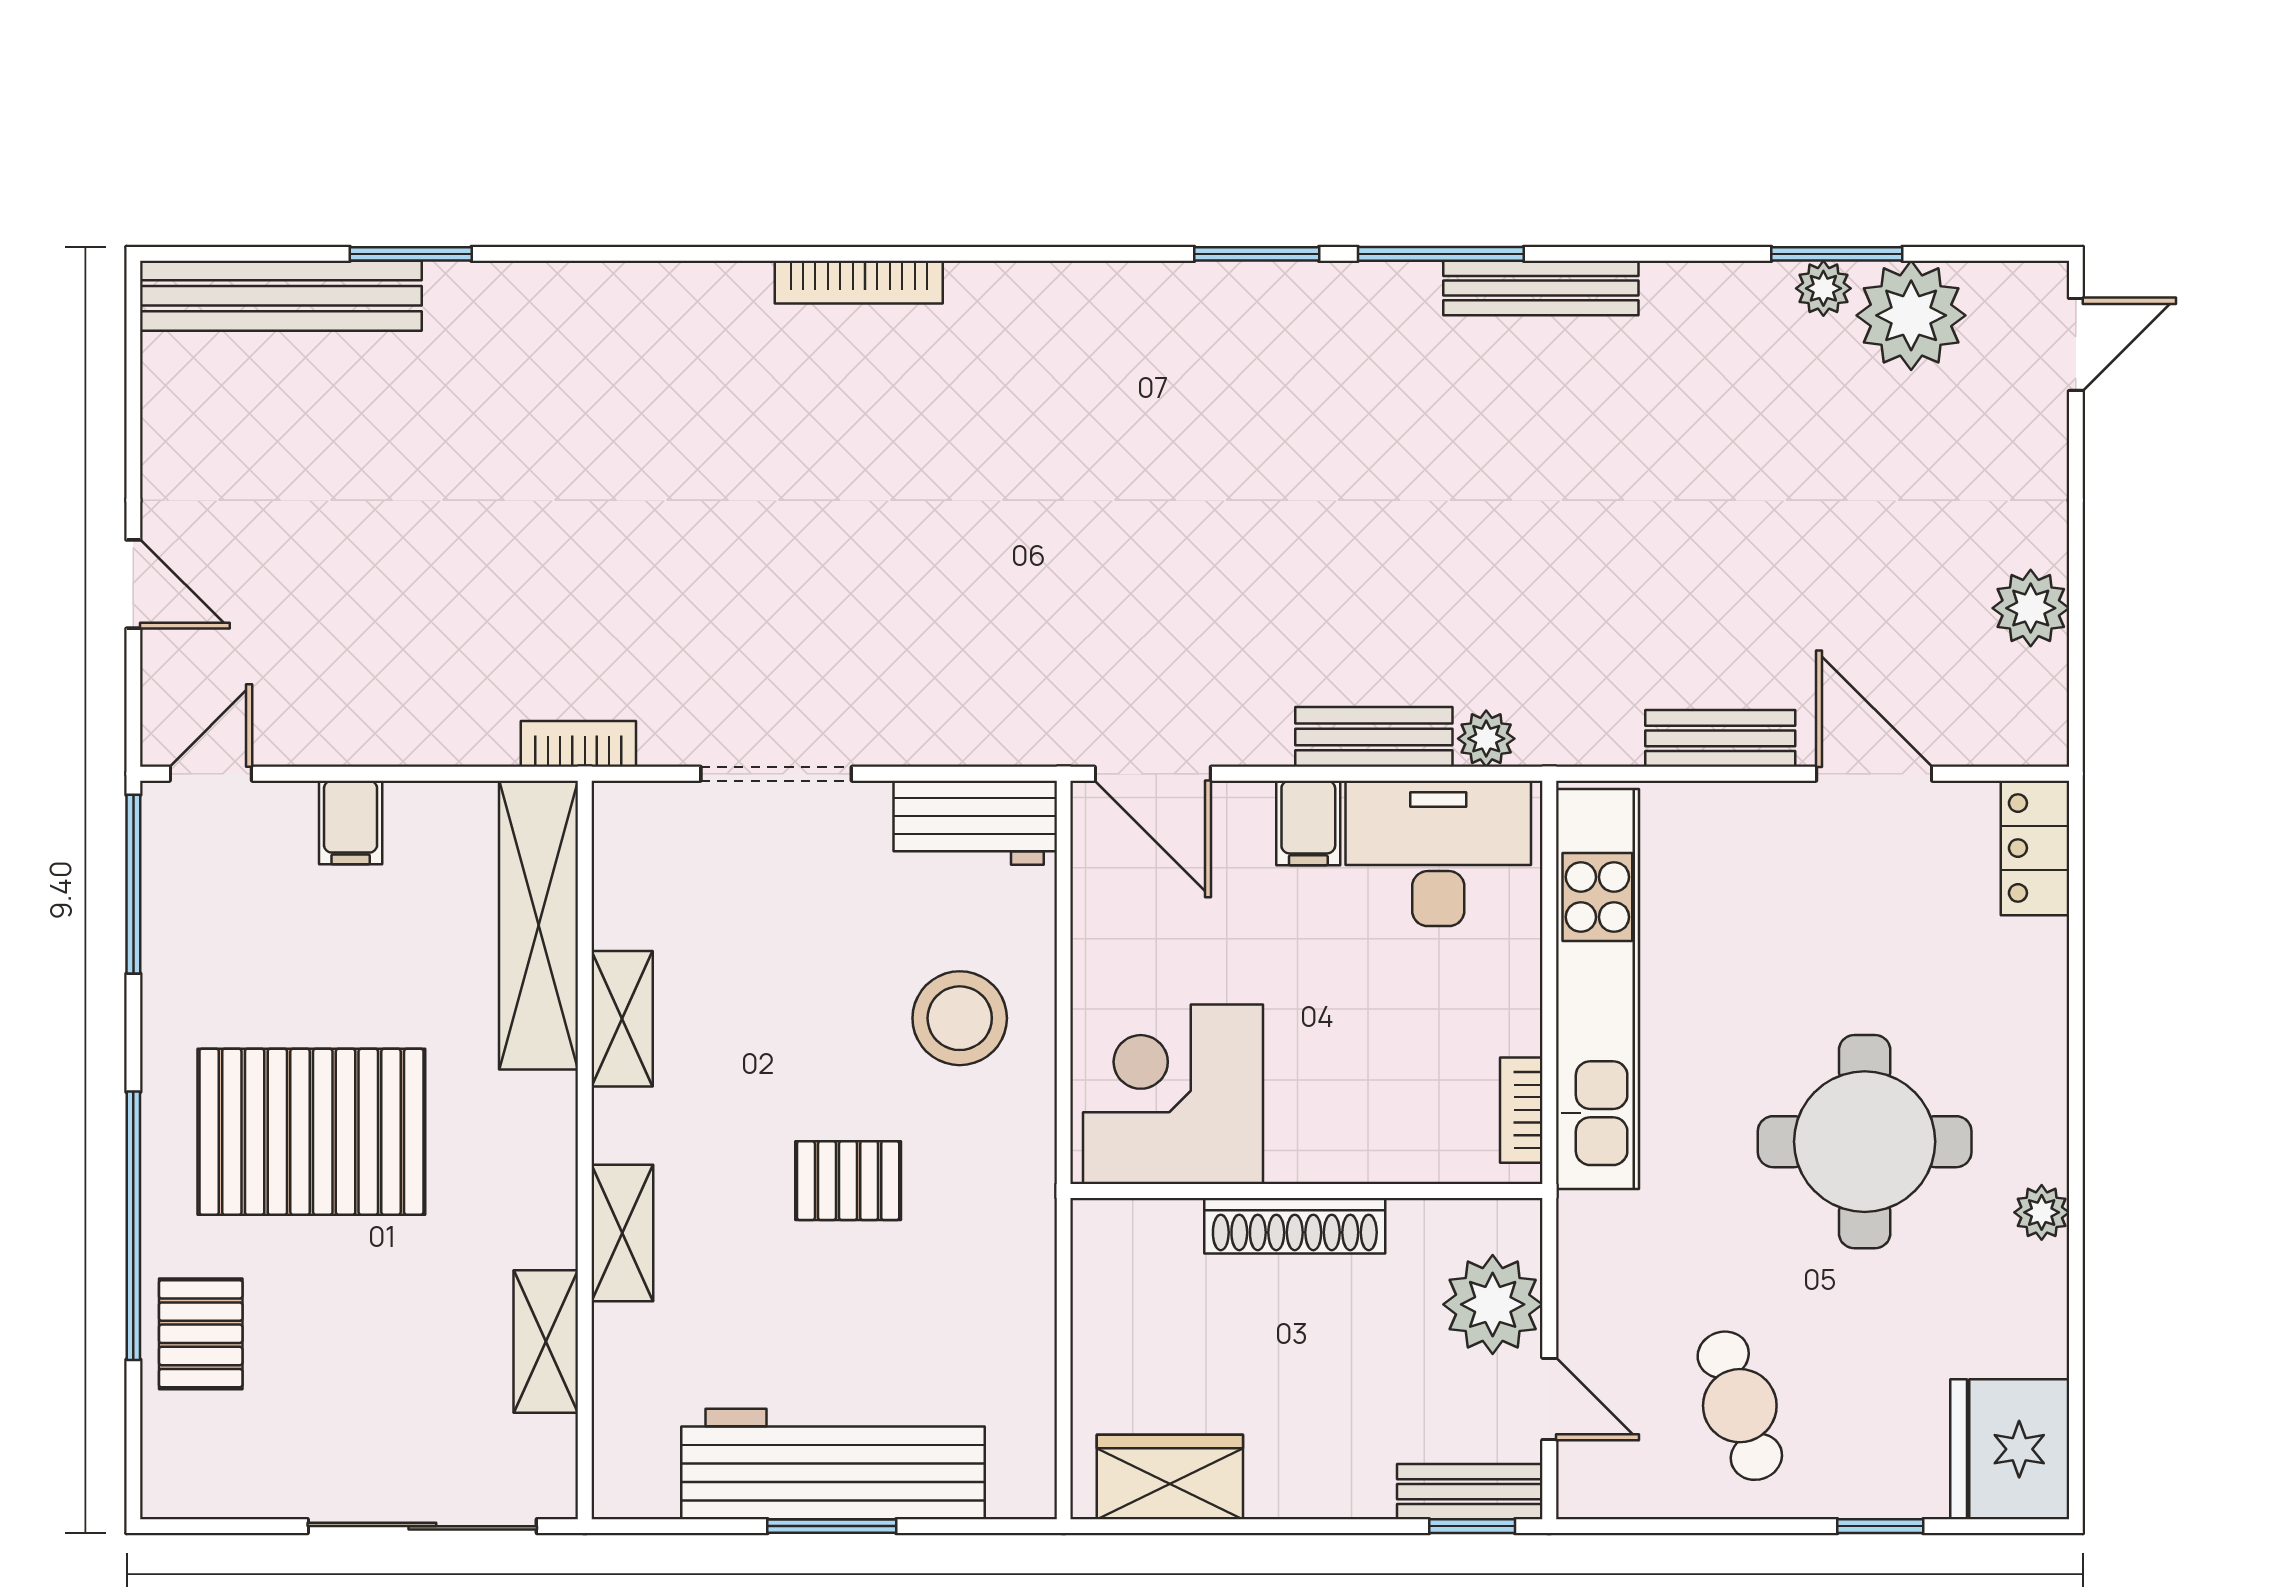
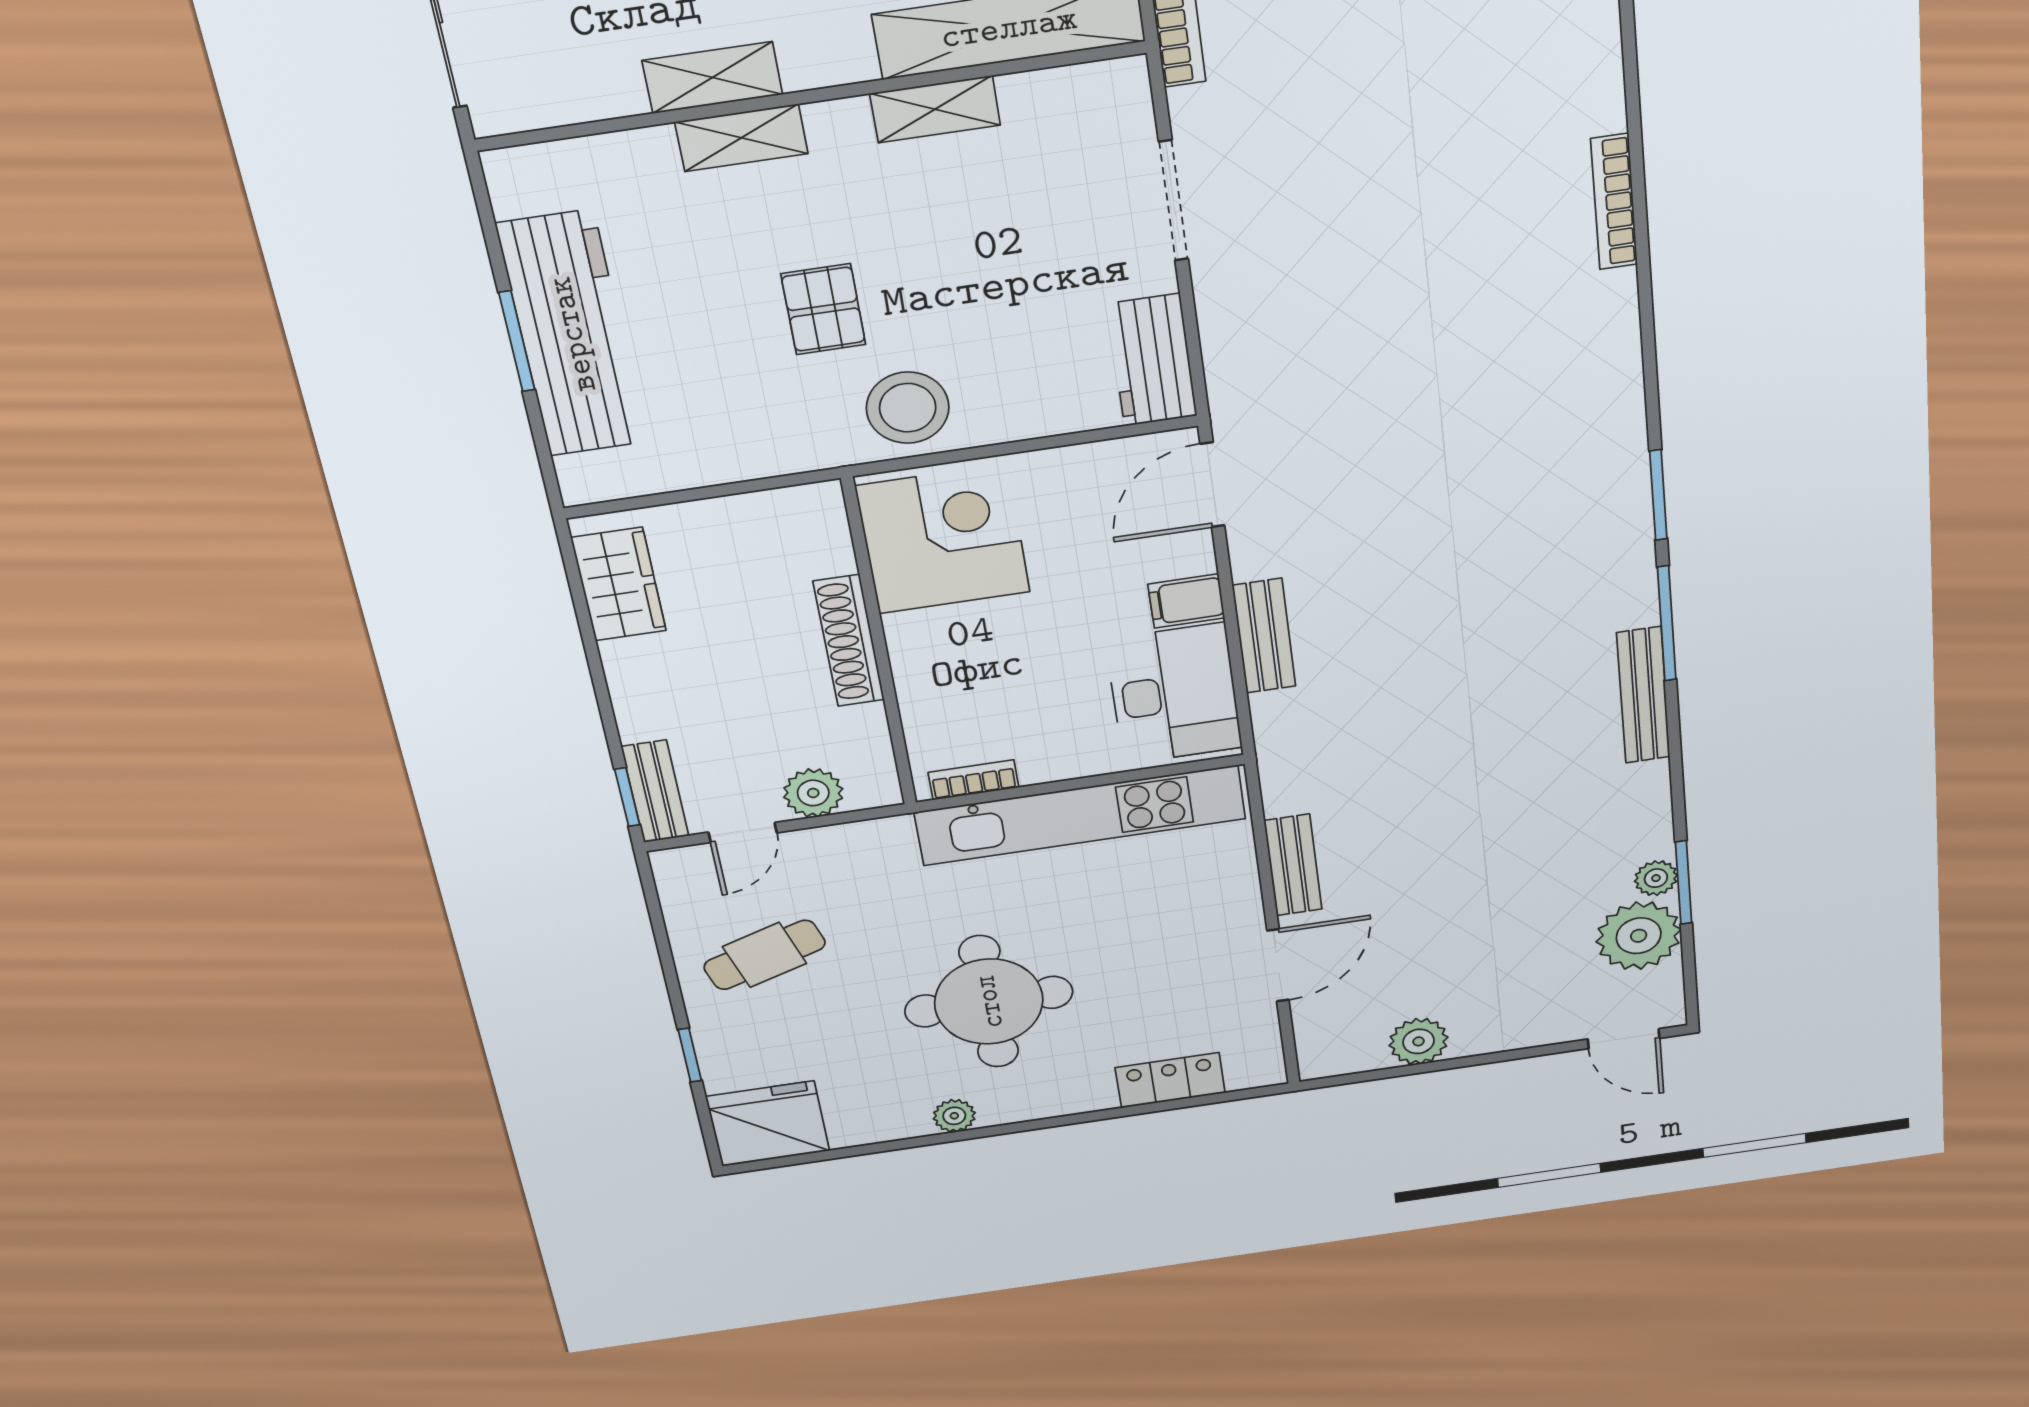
plant: (1486, 739) -> (1273, 712), removed
locker: (2035, 848) -> (1170, 1080), moved
stool: (960, 1018) -> (908, 408), moved
plant: (1493, 1304) -> (813, 793), width x0.73, depth x0.73
shelving: (546, 1342) -> (712, 78), moved

